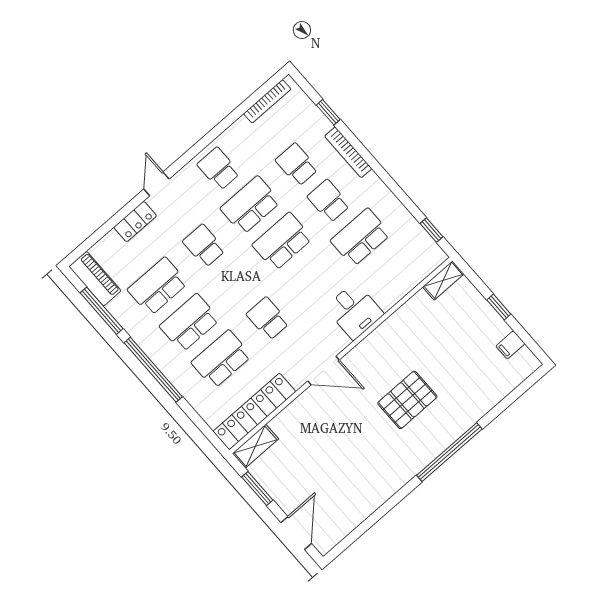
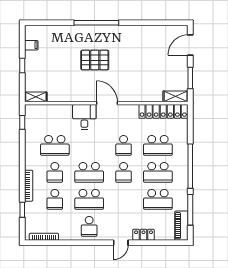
school desk: (204, 246) -> (124, 172), moved
door: (324, 370) -> (107, 103), moved

